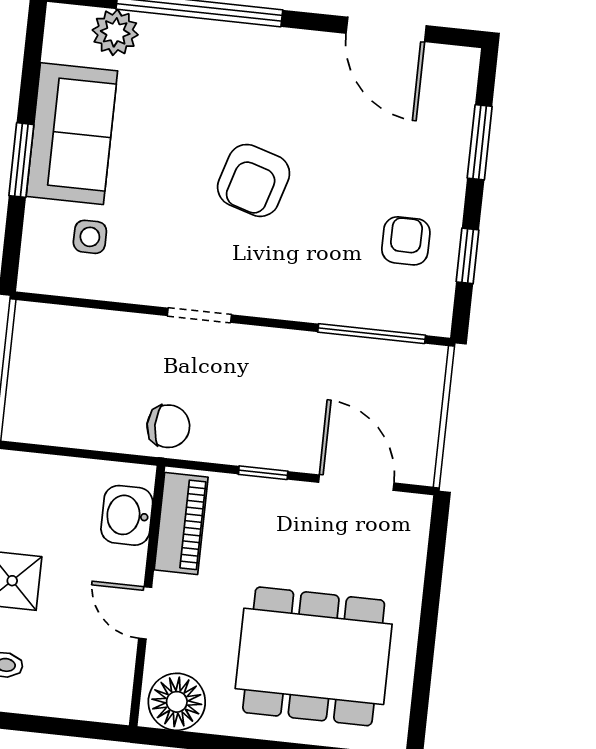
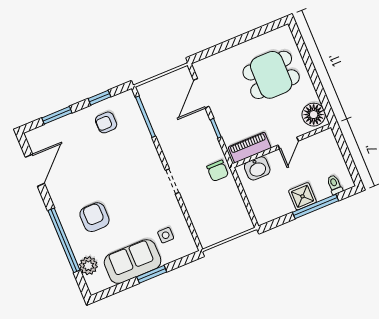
armchair: (254, 180) -> (94, 217), moved, turned -107
chair: (168, 426) -> (218, 171), turned 180
dining table: (314, 656) -> (271, 75), width x0.73

